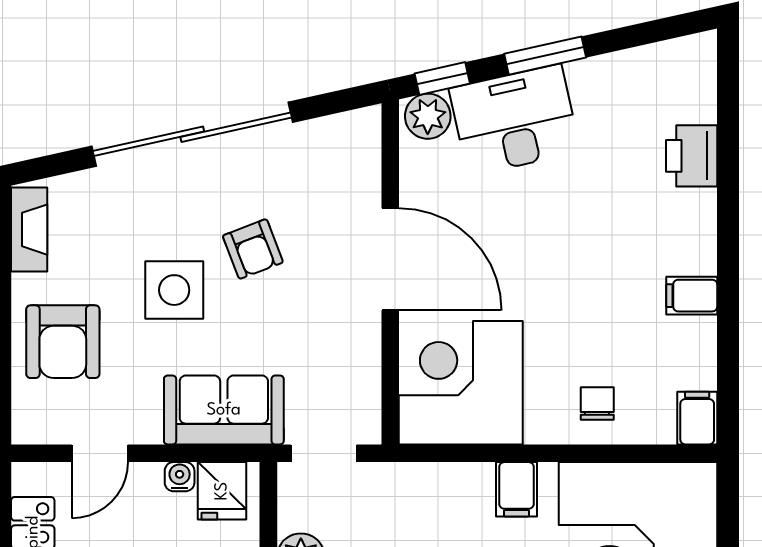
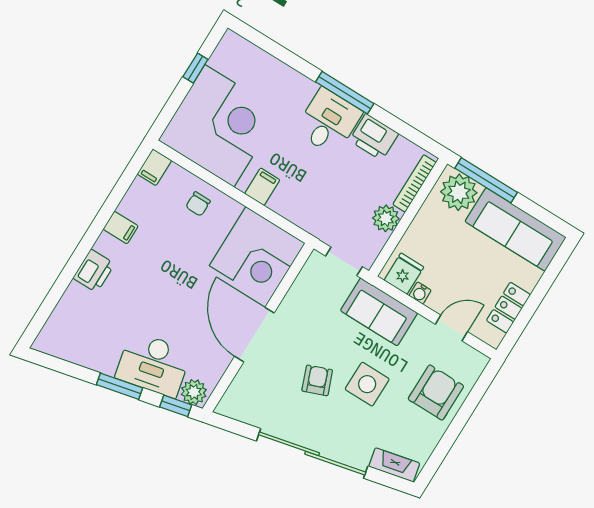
printer: (692, 156) -> (94, 271), moved
fireplace: (29, 230) -> (394, 465), moved, turned 77

